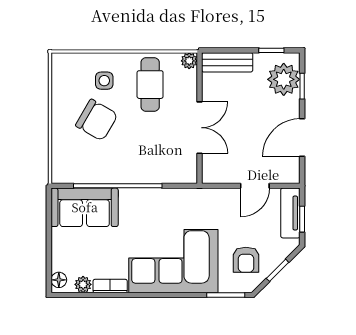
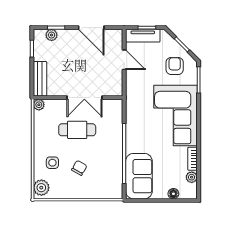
plant: (68, 64) -> (41, 188), added
plant: (284, 79) -> (52, 35), width x0.53, depth x0.53
cafe table: (150, 85) -> (77, 130), moved
chair: (97, 120) -> (79, 168), width x0.54, depth x0.54
double door: (200, 128) -> (84, 98), swing flipped
armchair: (246, 260) -> (175, 66), turned -90
floor lamp: (59, 280) -> (173, 194), moved

